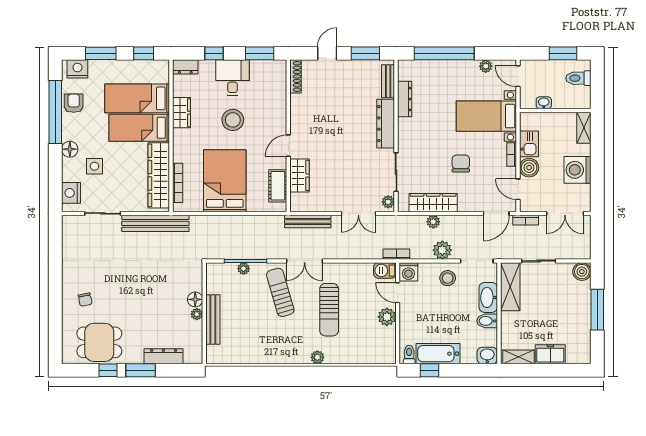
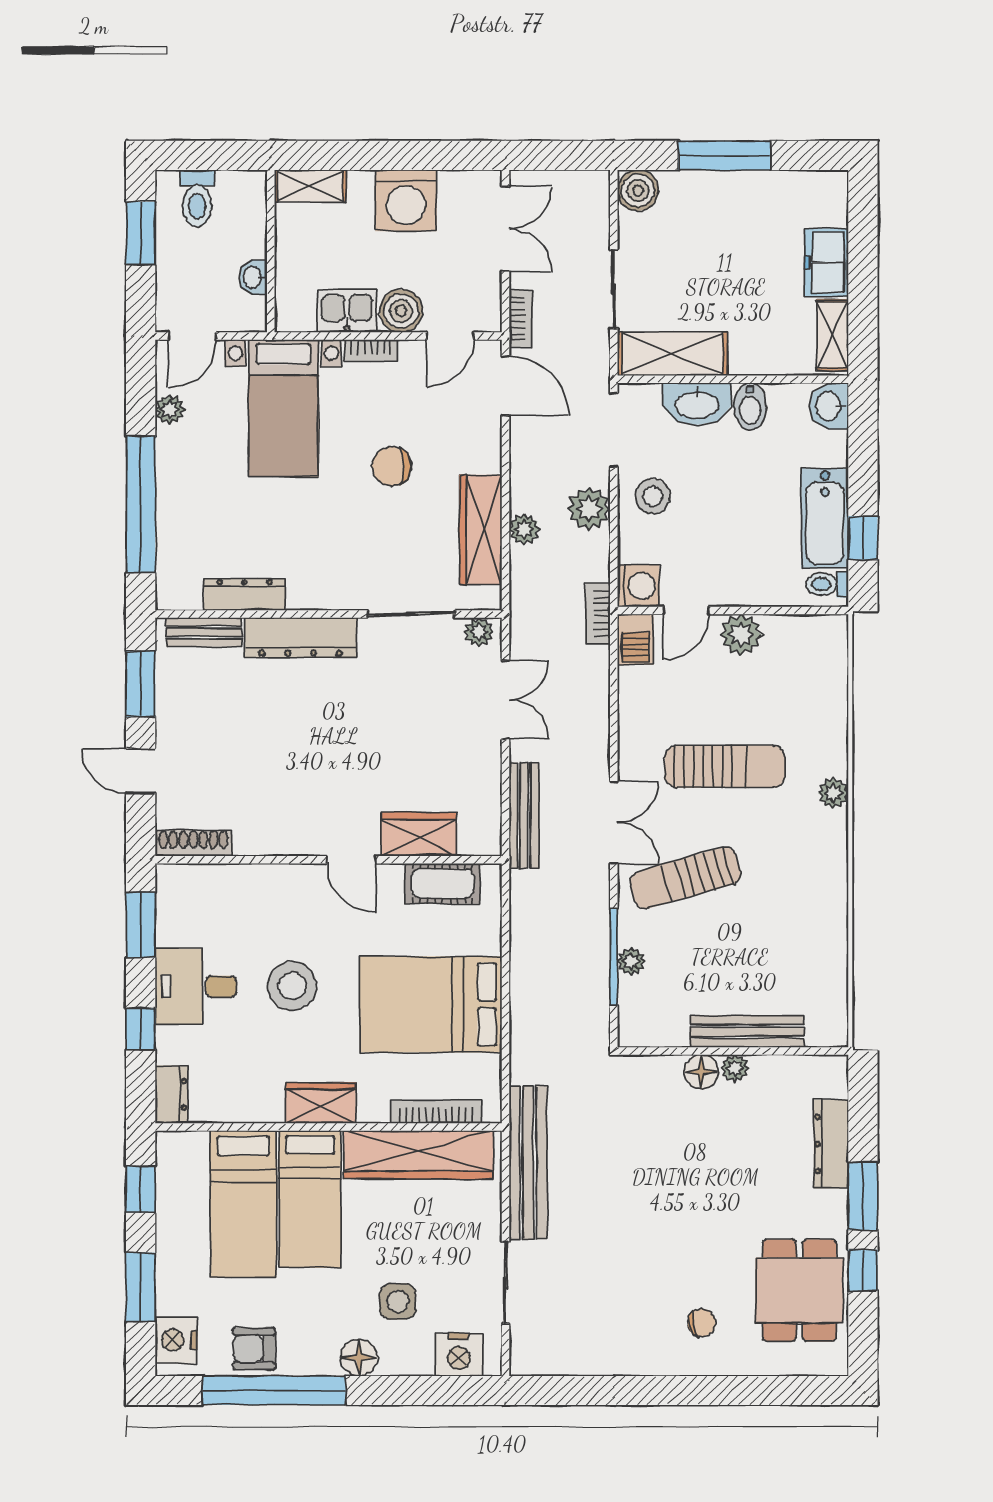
wardrobe: (181, 113) -> (321, 1103), moved

